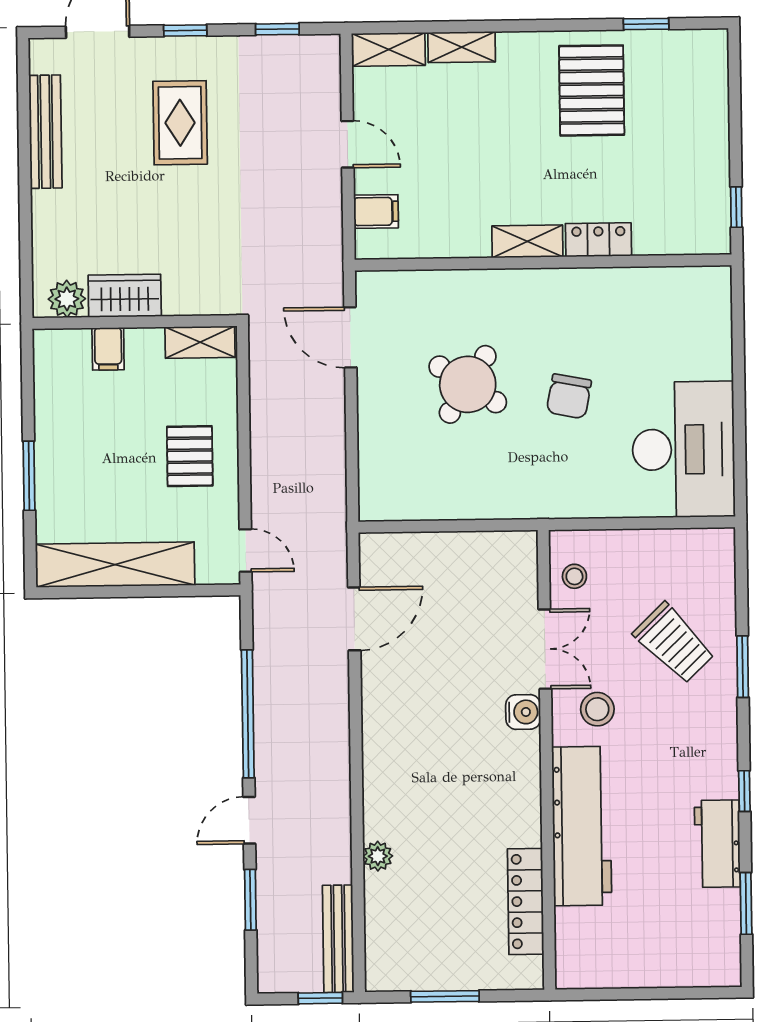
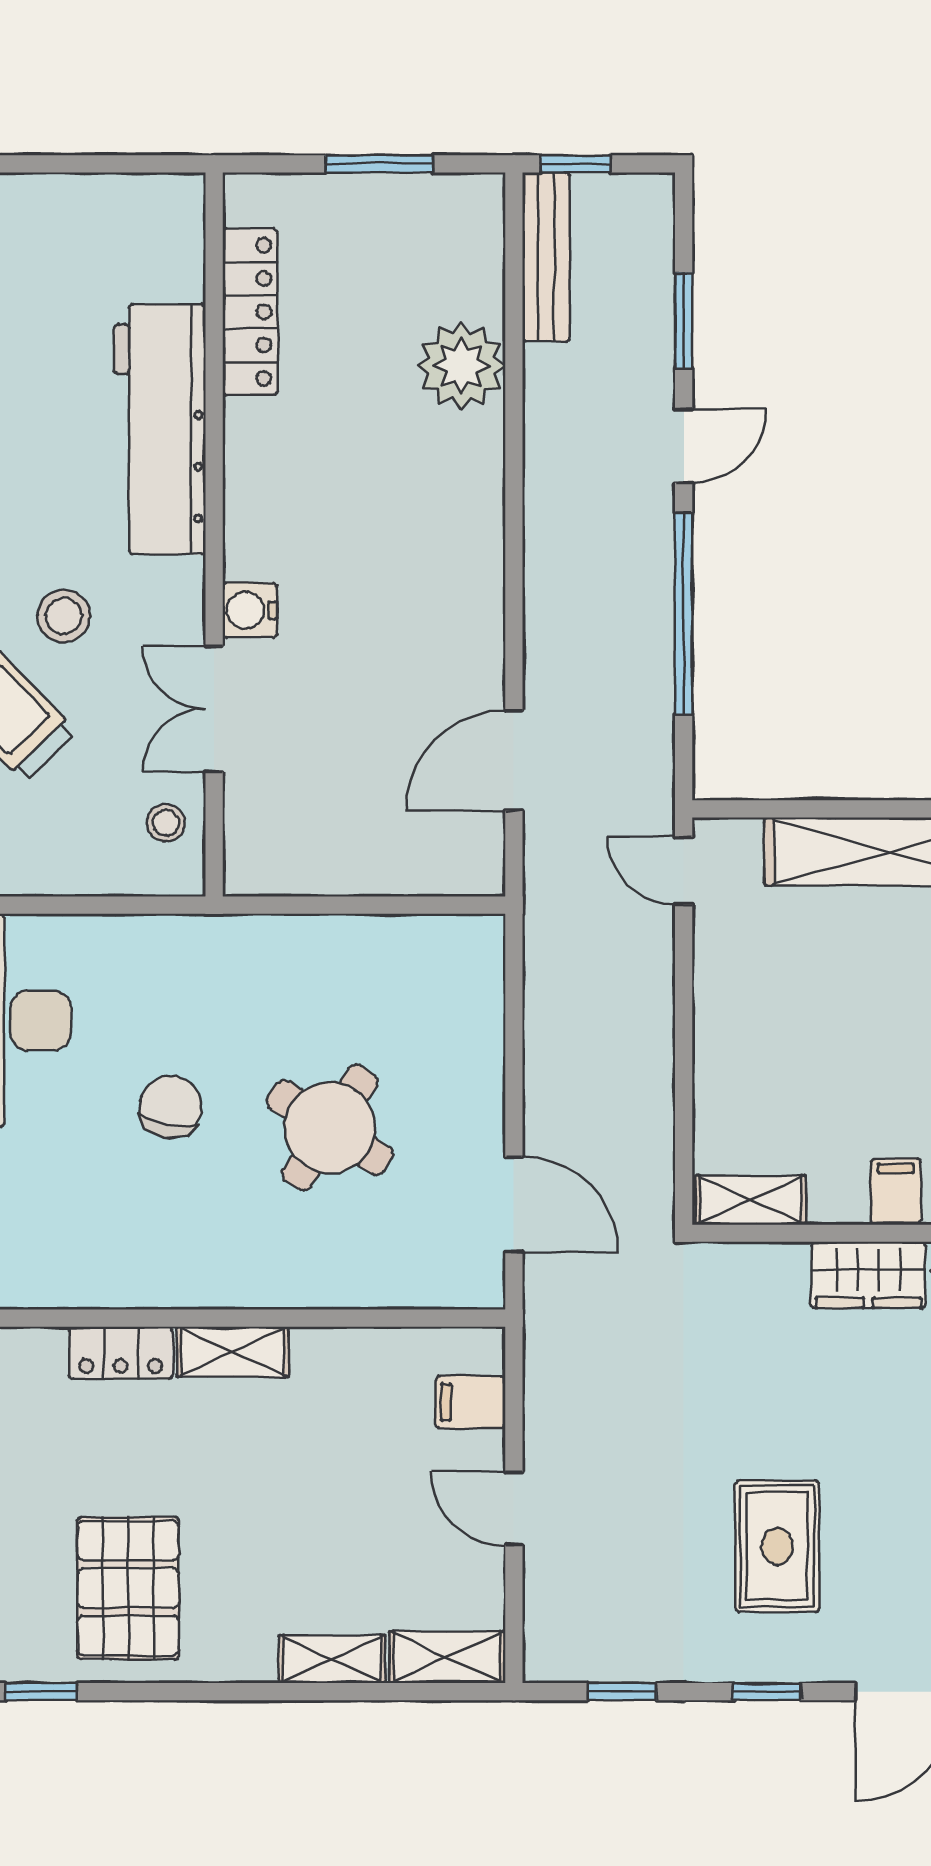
pallet: (190, 456) -> (769, 1021), removed
stool: (597, 709) -> (64, 616), moved
plant: (378, 856) -> (461, 366), width x1.87, depth x1.87

